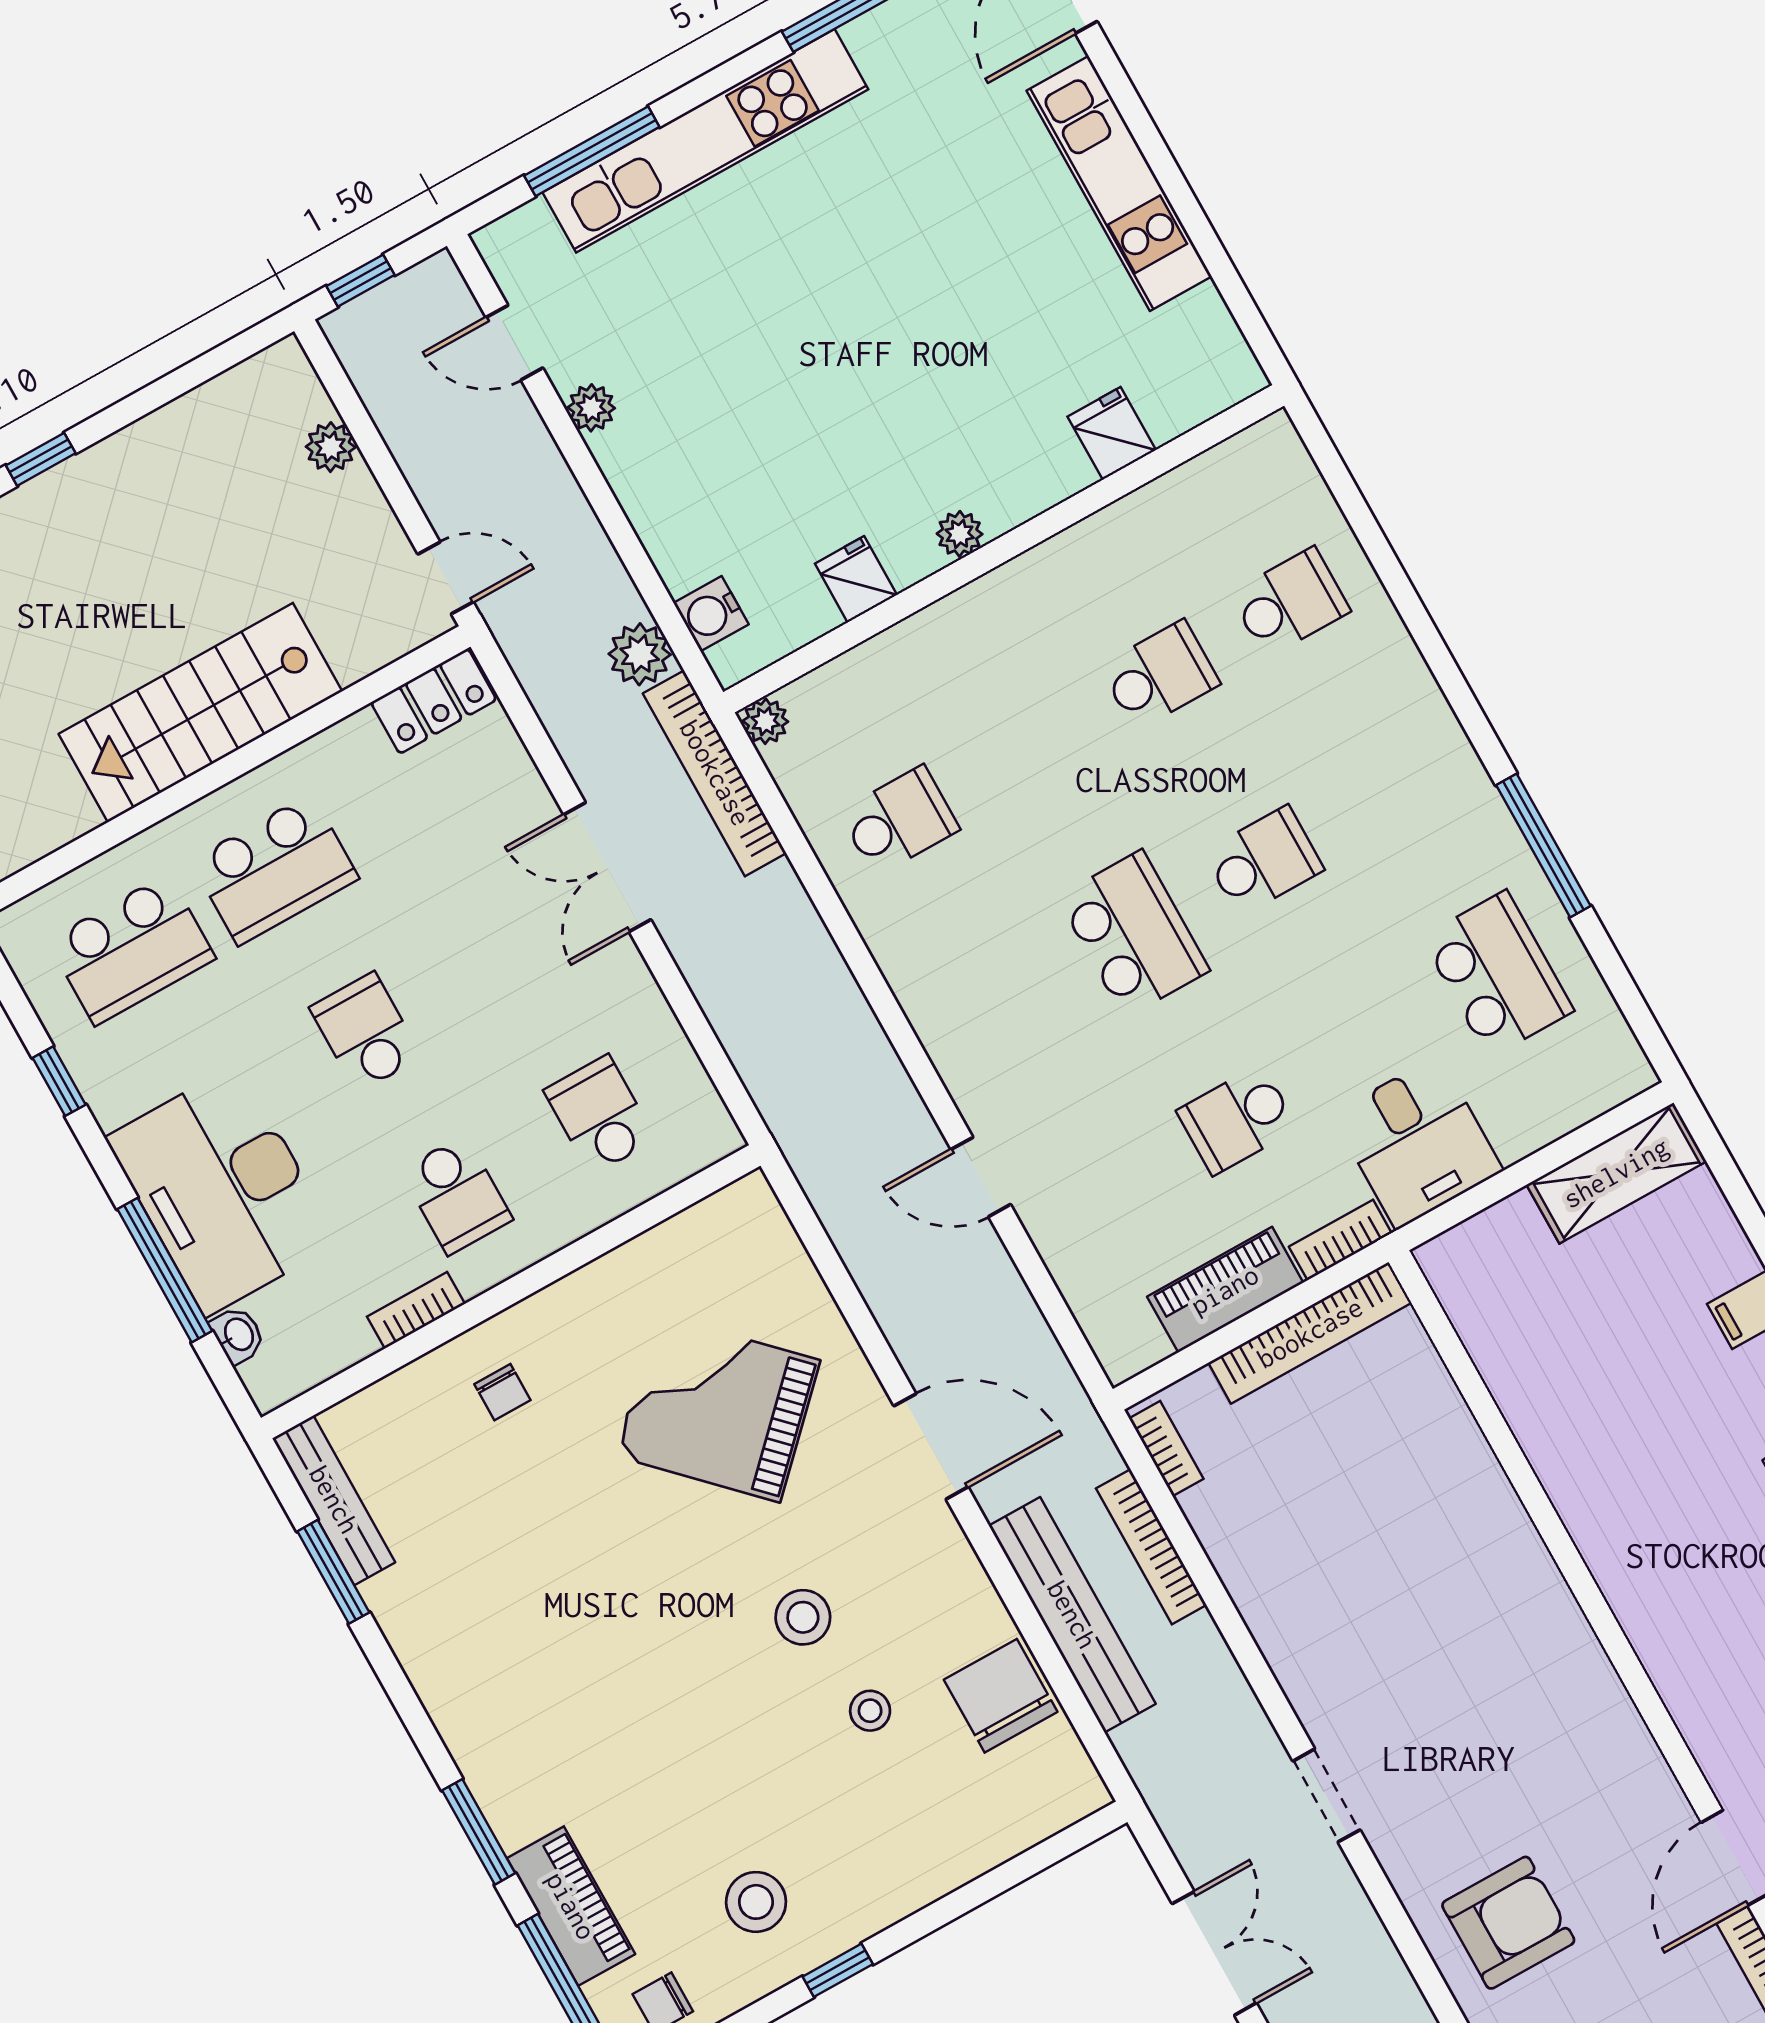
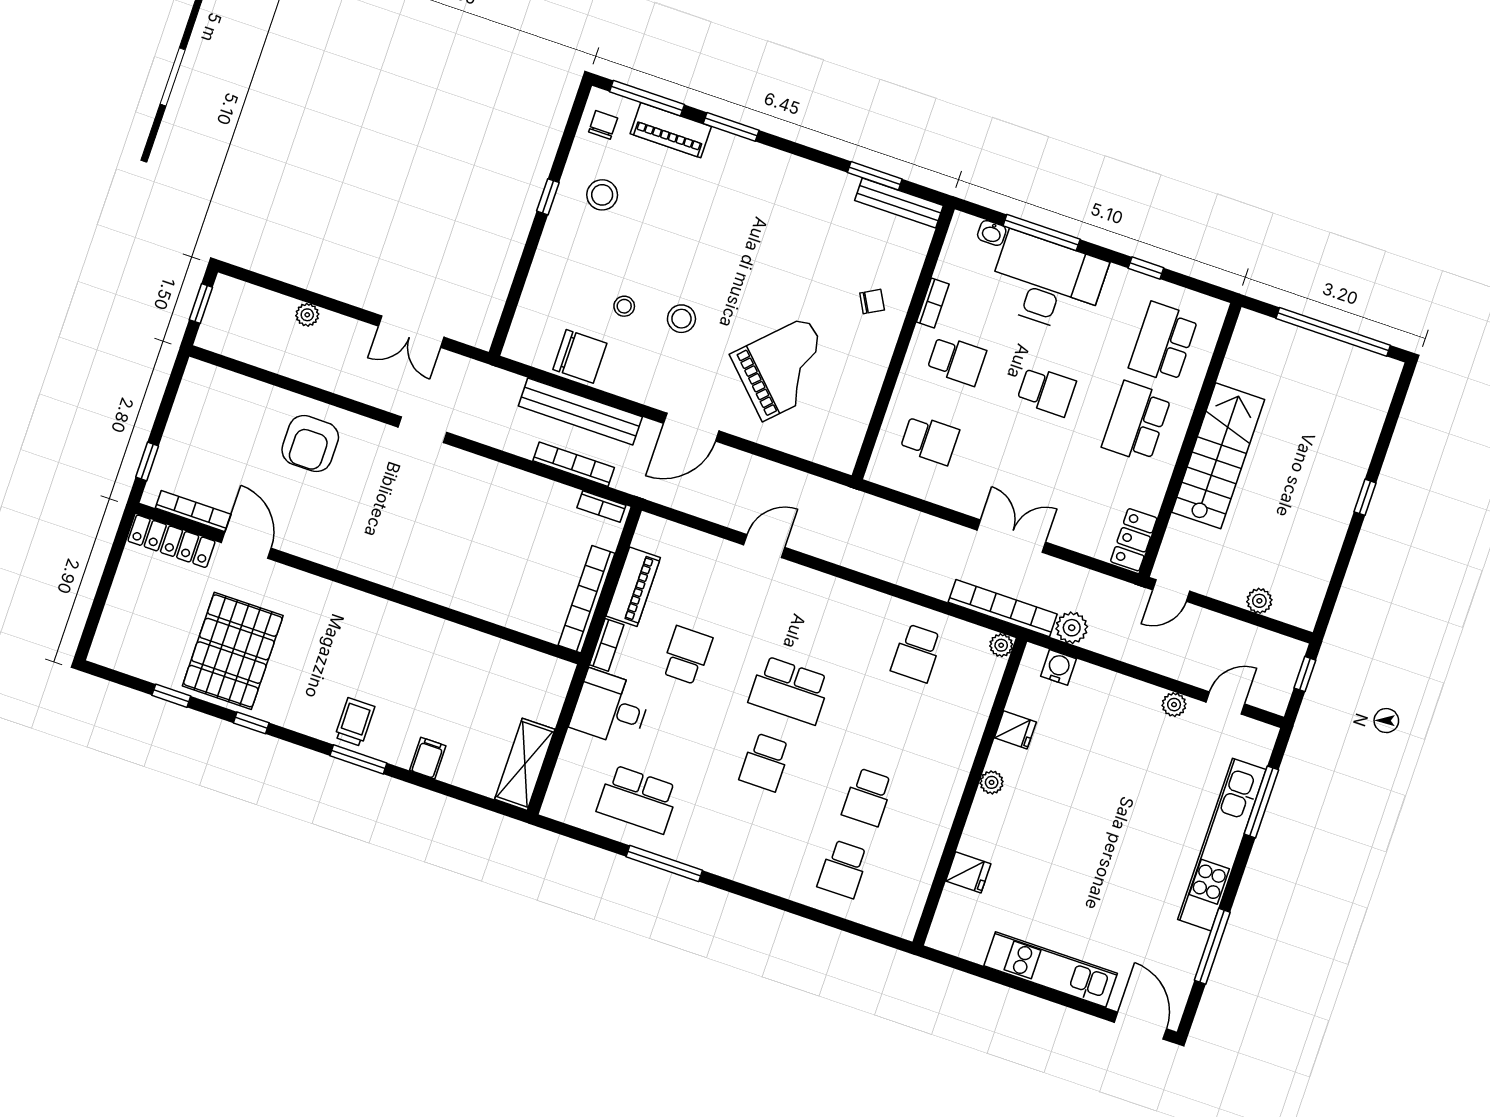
school desk: (457, 1195) -> (957, 361), turned 180
chair: (502, 1392) -> (872, 301), turned 151

